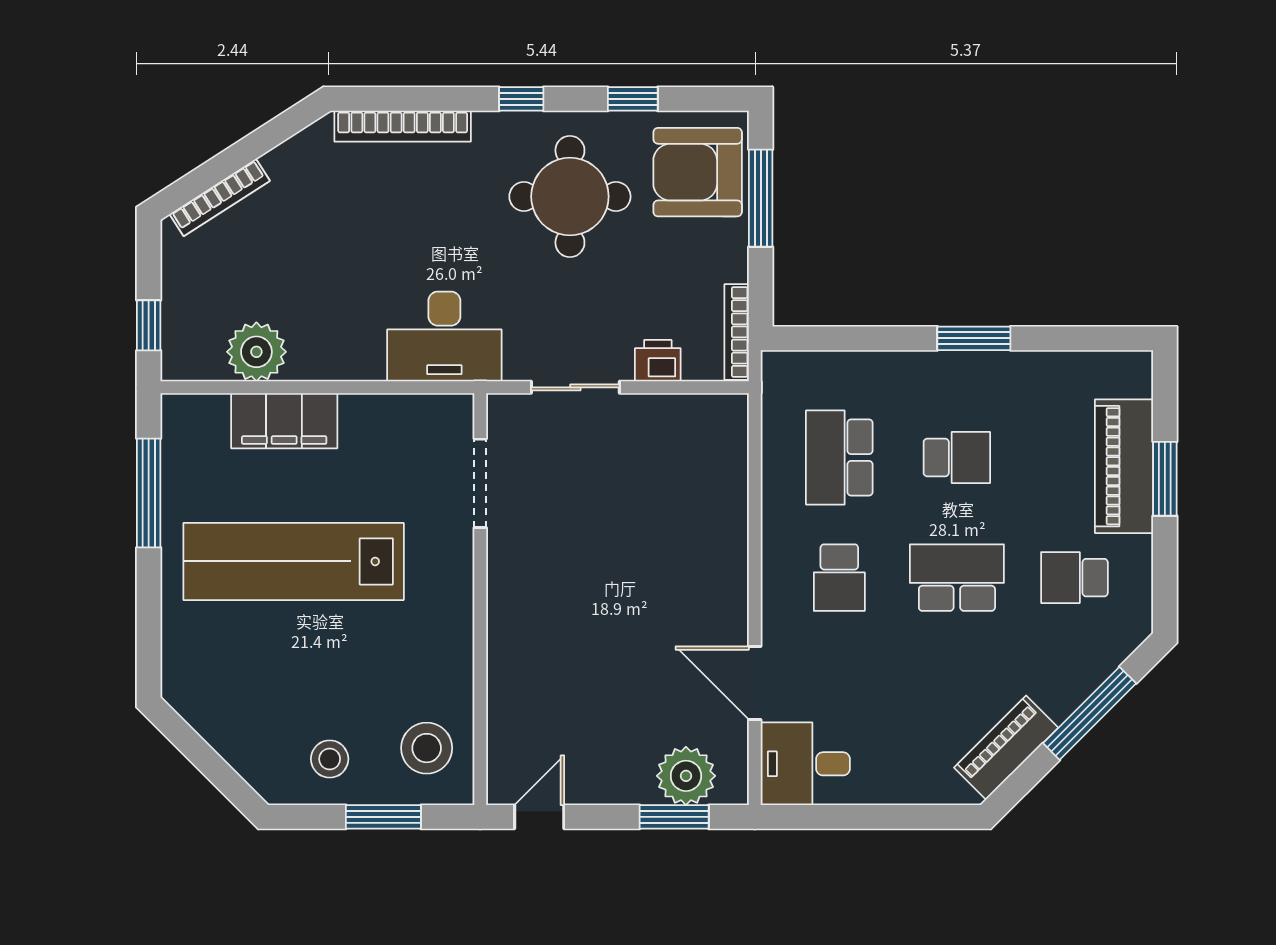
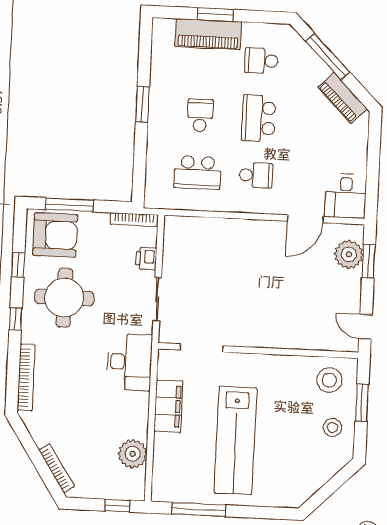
armchair: (698, 172) -> (55, 235), turned -90
filing cabinet: (284, 421) -> (168, 406), moved
school desk: (1074, 578) -> (261, 61), turned 90

